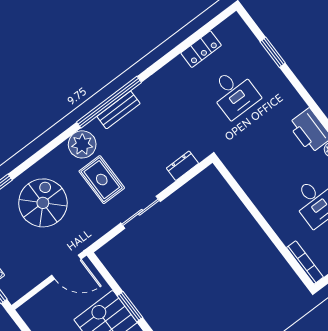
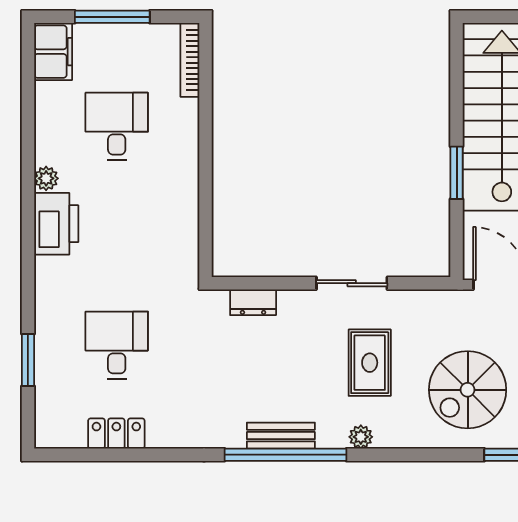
plant: (82, 144) -> (361, 437), width x0.53, depth x0.53

